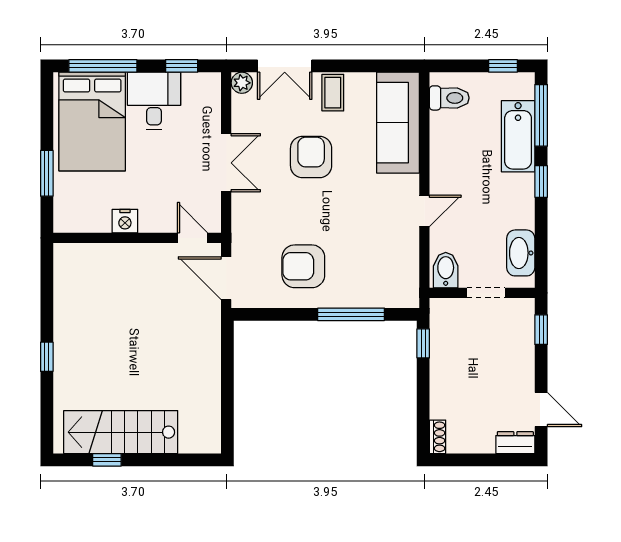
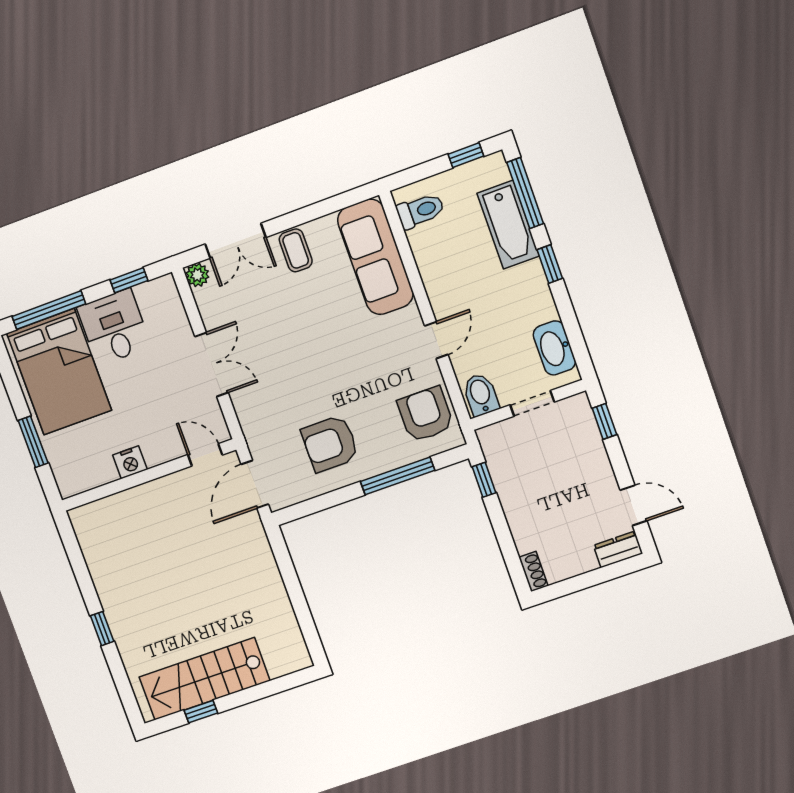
armchair: (311, 157) -> (425, 414), moved
door: (226, 278) -> (255, 484), hinge flipped

